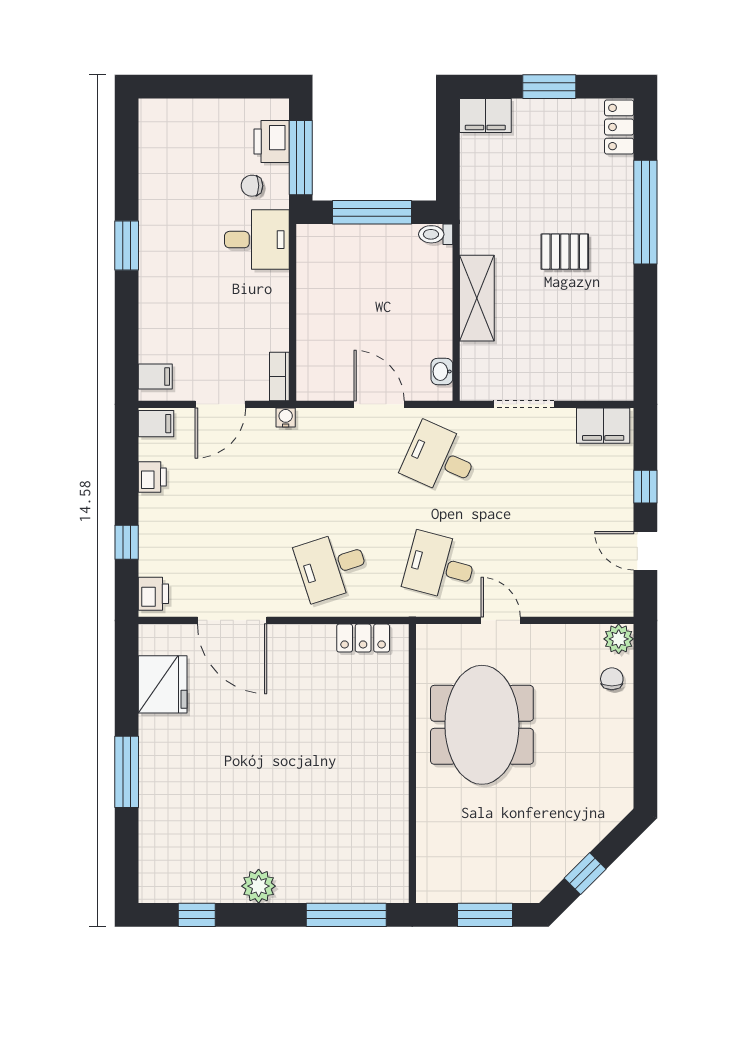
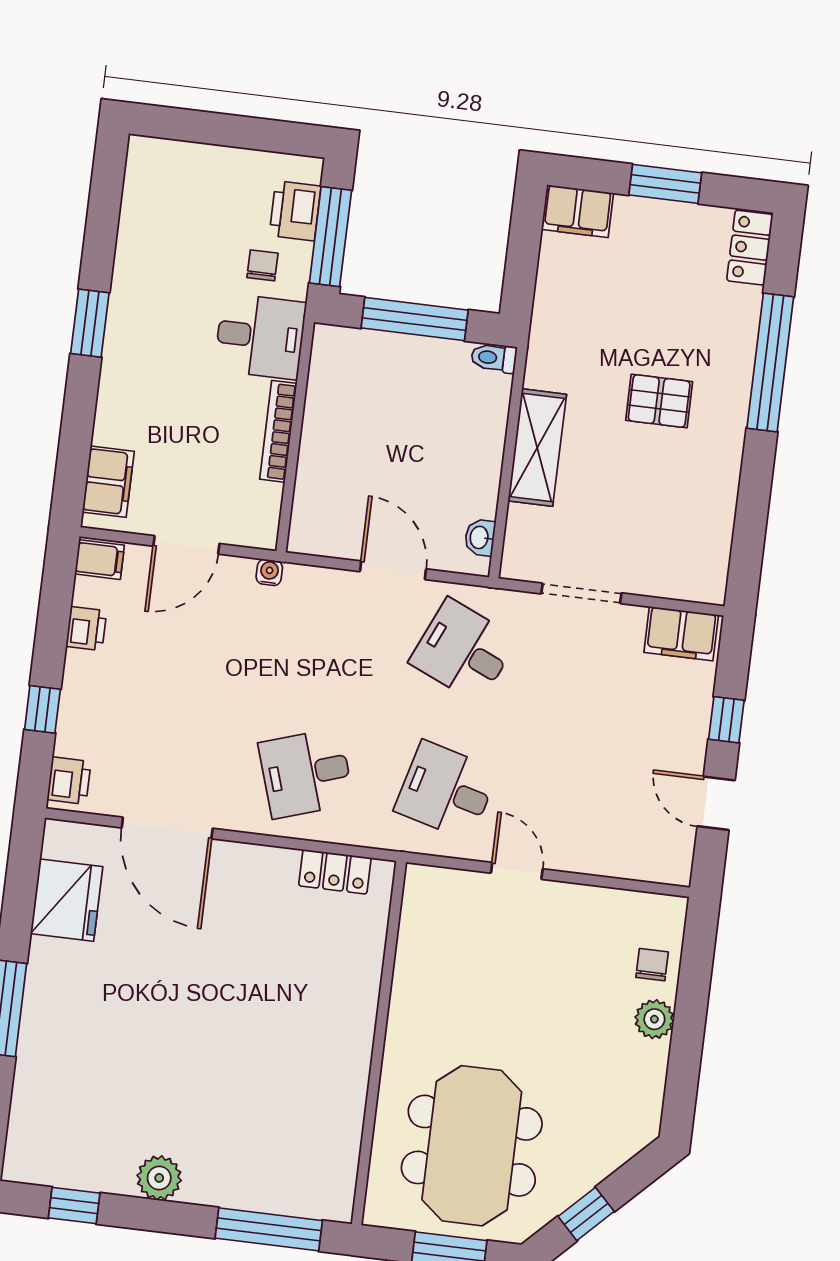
chair: (252, 186) -> (262, 265), turned 90
filing cabinet: (155, 377) -> (108, 482), width x2.00
bookcase: (279, 377) -> (278, 431), moved, width x1.56
plant: (619, 639) -> (654, 1019), moved
meeting table: (482, 725) -> (472, 1146), moved

